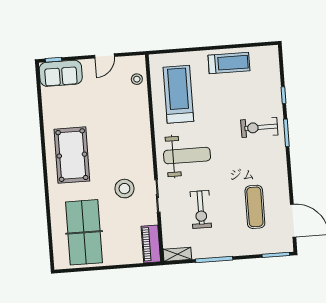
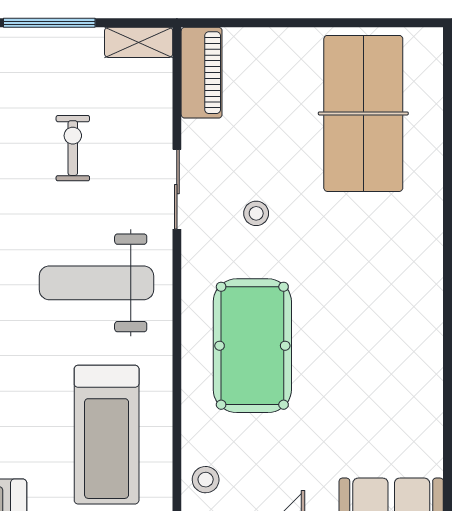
pool table: (72, 155) -> (252, 346), moved
stool: (124, 189) -> (256, 213), width x0.53, depth x0.53
exercise bike: (201, 209) -> (73, 148), width x0.73, depth x0.72

